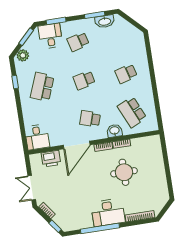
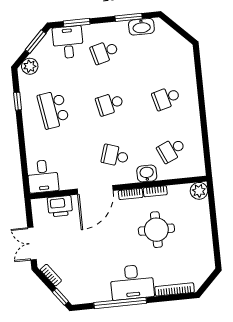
school desk: (42, 87) -> (53, 110), turned -30
school desk: (132, 112) -> (171, 150), width x0.54
plant: (154, 142) -> (199, 191), added

